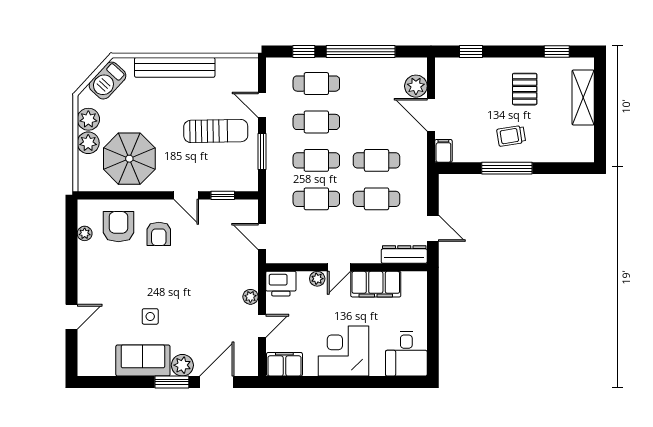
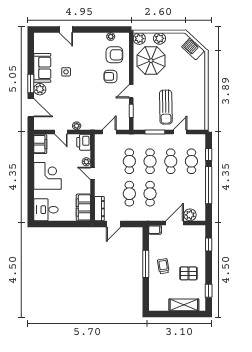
bench: (175, 67) -> (200, 85), removed
plant: (88, 119) -> (139, 39), moved
filing cabinet: (376, 284) -> (83, 207), moved

